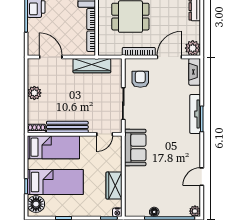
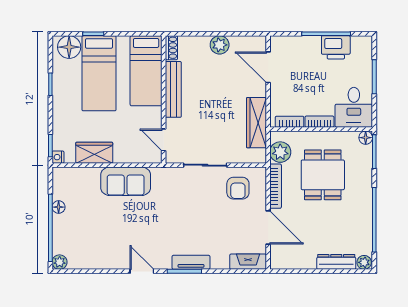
plant: (193, 48) -> (280, 152), moved
door: (51, 57) -> (268, 67), swing flipped
armchair: (140, 79) -> (238, 188), turned 90
tv unit: (195, 114) -> (191, 262), width x0.71
sofa: (135, 147) -> (126, 181), moved
door: (202, 177) -> (142, 271), moved

